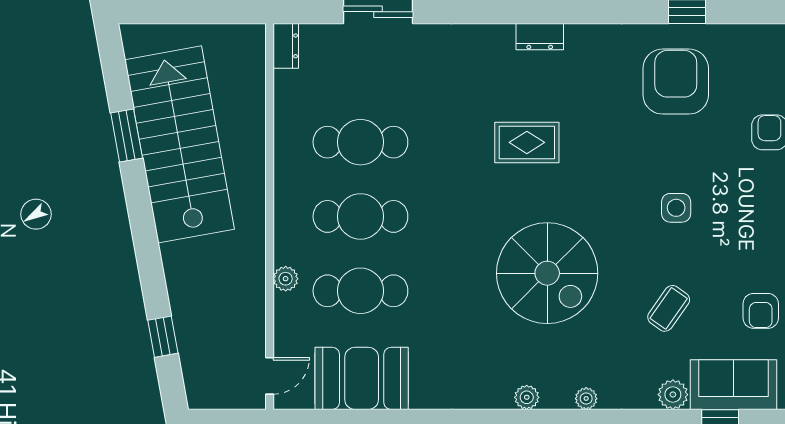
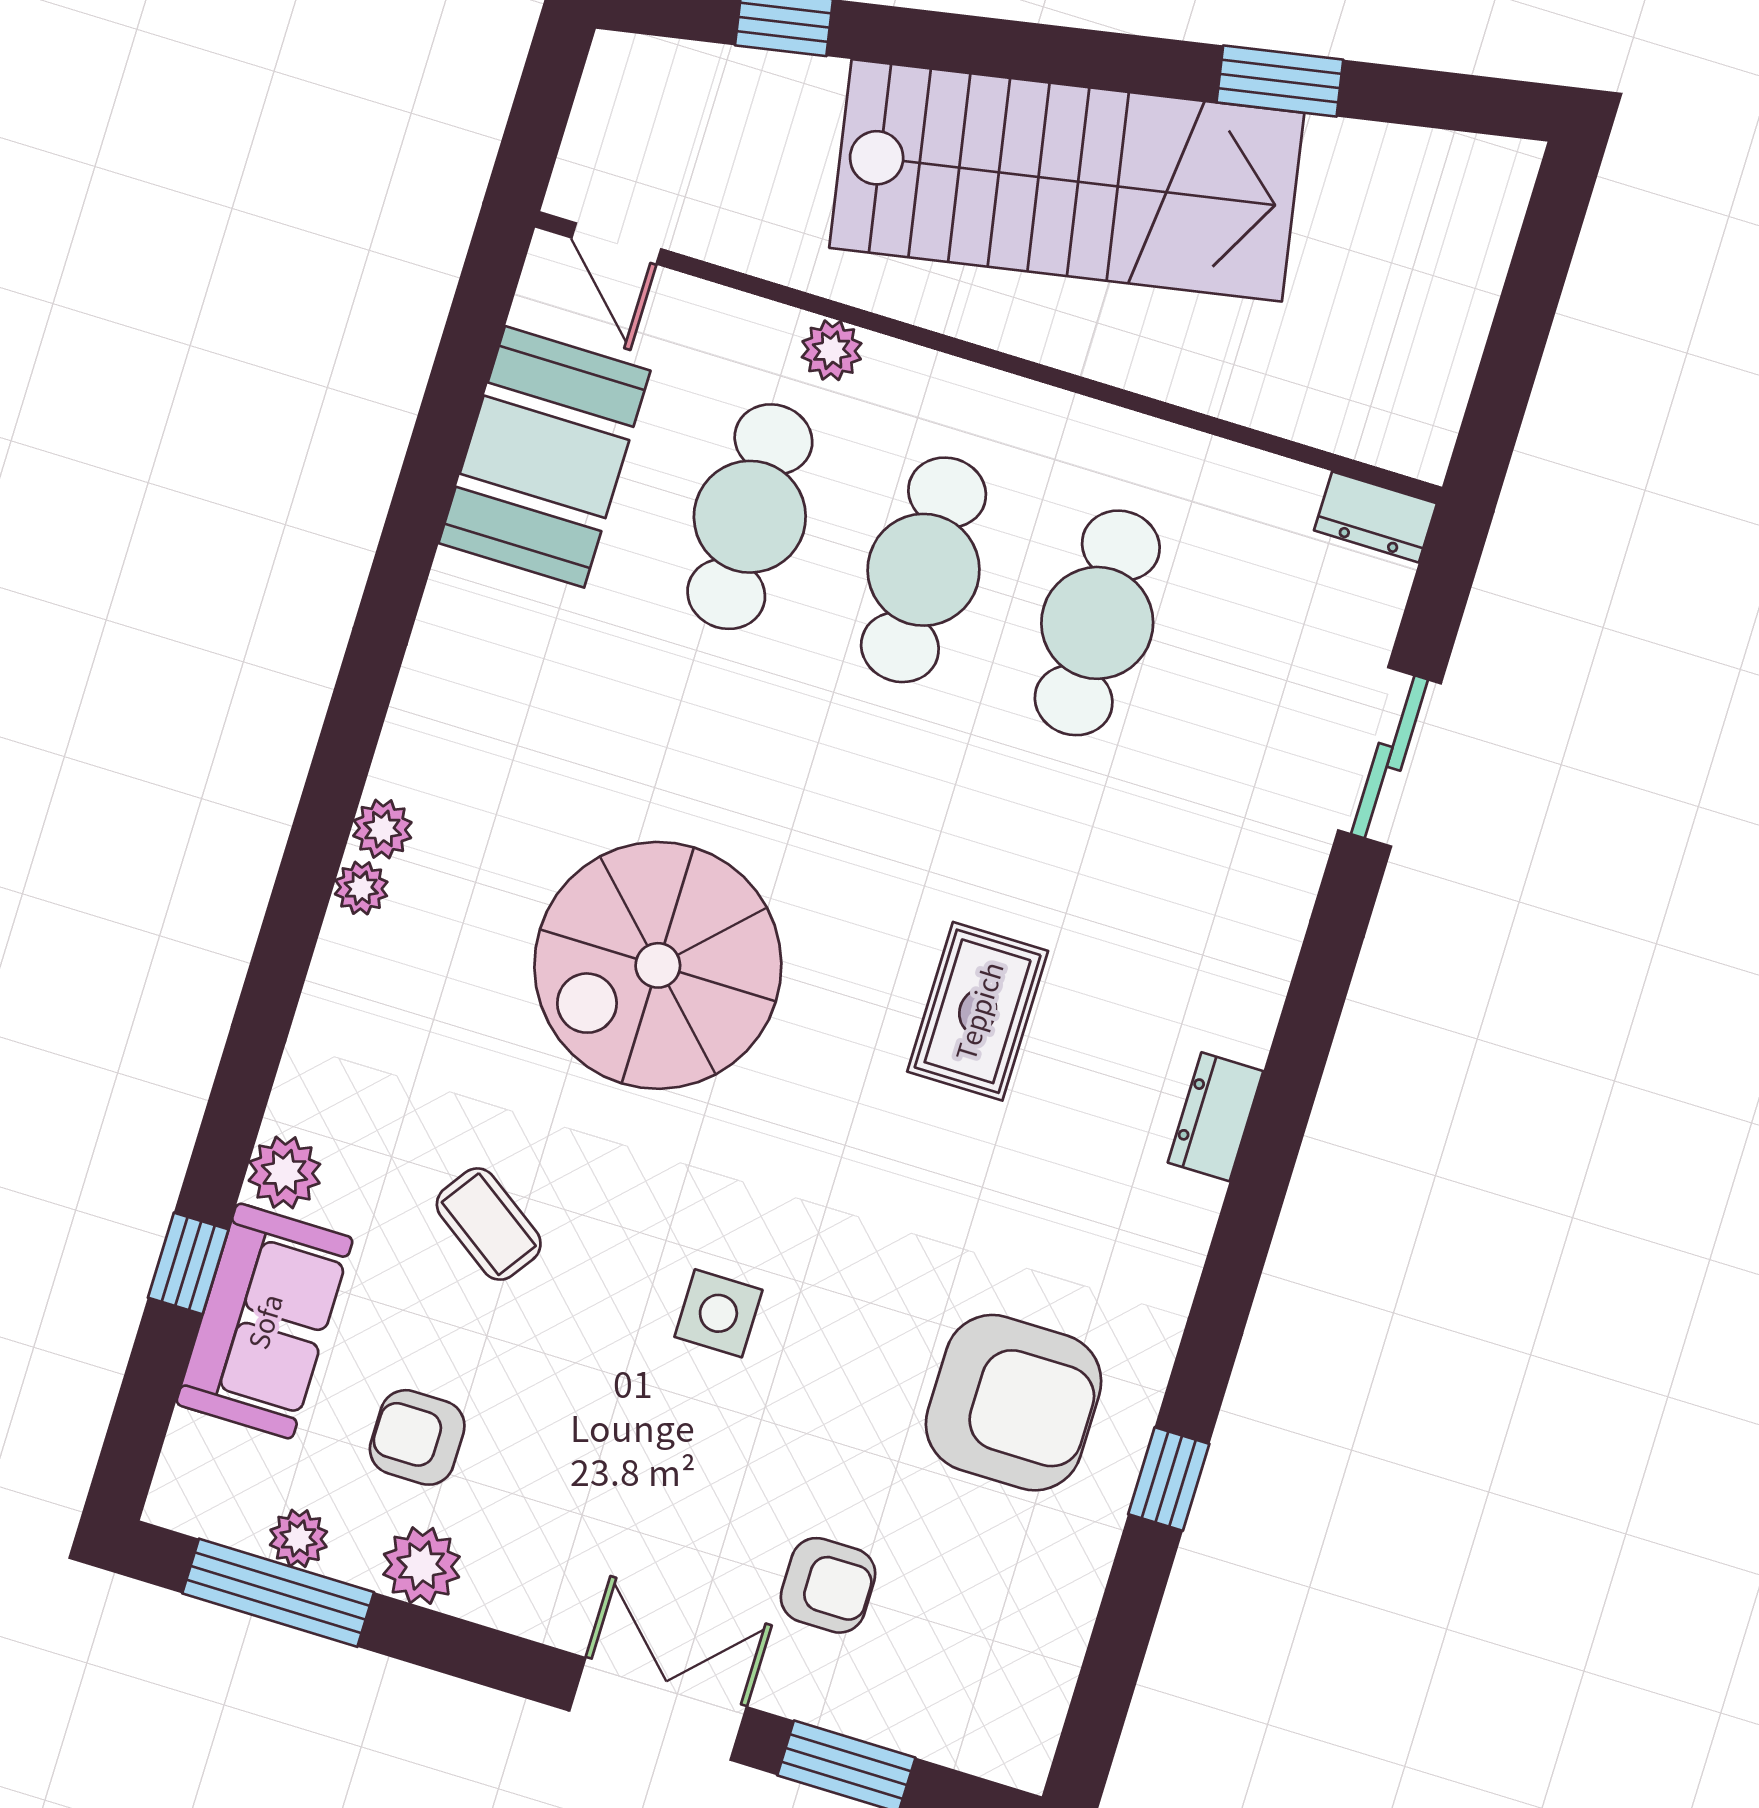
stairs: (180, 144) -> (1067, 180), moved
plant: (586, 399) -> (361, 888), moved

